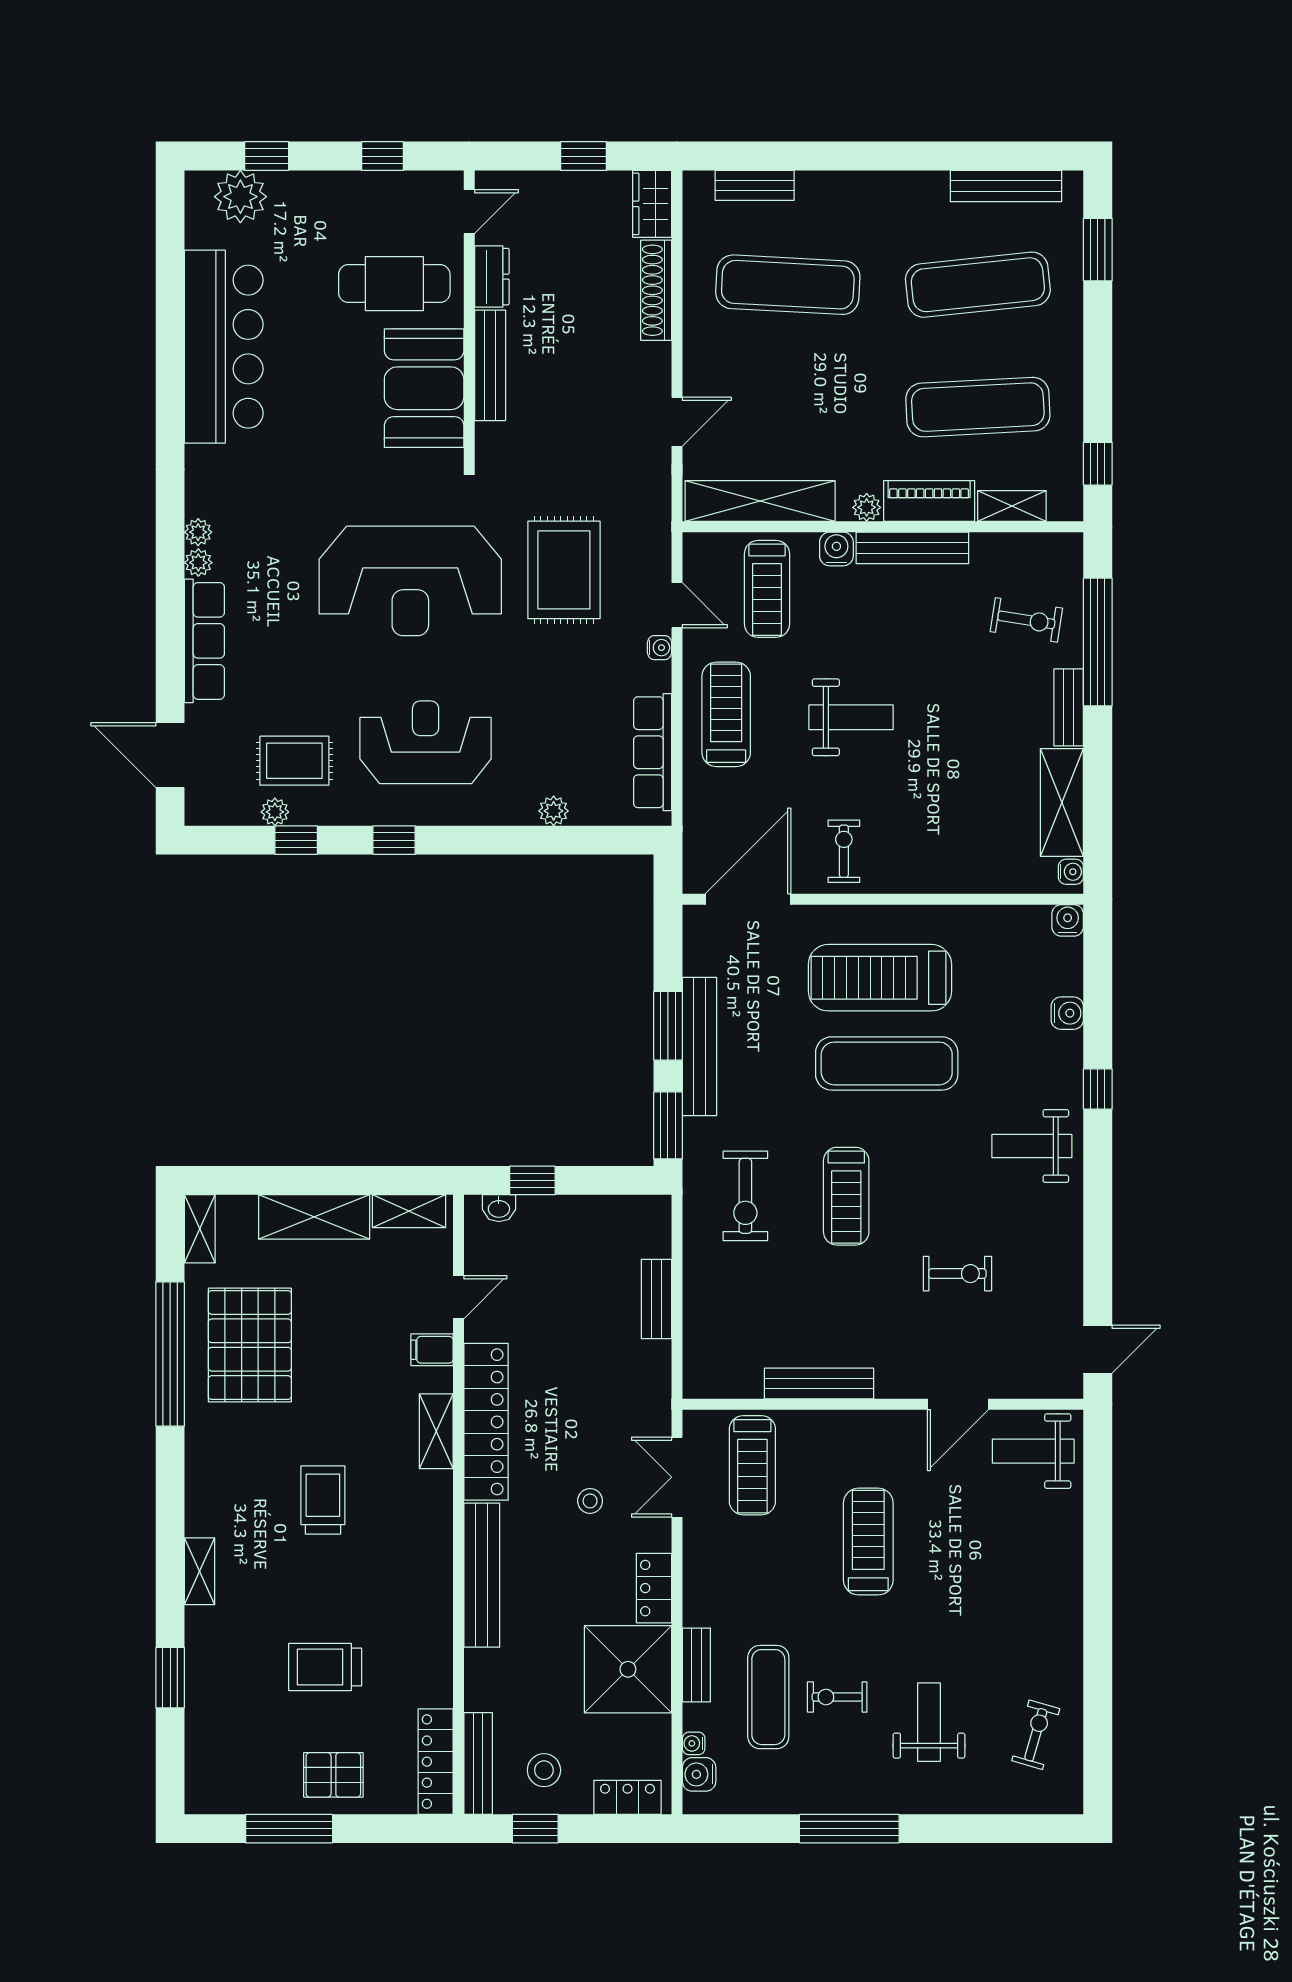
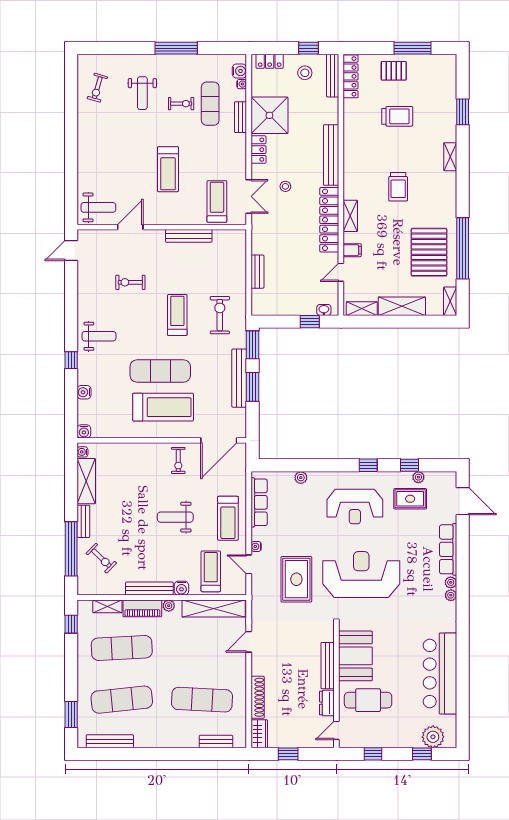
exercise bike: (1026, 620) -> (101, 558), turned -145

